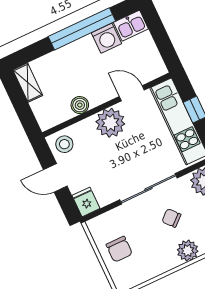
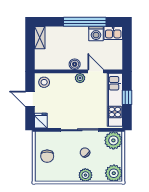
boiler: (80, 105) -> (75, 64), moved
plant: (110, 123) -> (80, 78), width x0.53, depth x0.53

